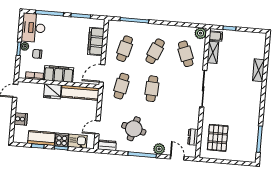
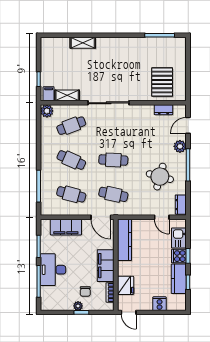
desk: (33, 28) -> (53, 270), moved, turned 90
fridge: (52, 91) -> (126, 285), moved
pallet: (218, 138) -> (162, 82), turned 90

